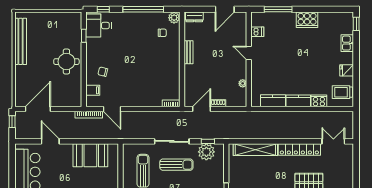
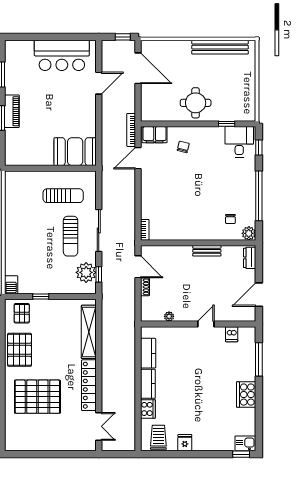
door: (225, 9) -> (259, 295), hinge flipped
kitchen sink: (347, 43) -> (245, 443), moved
filing cabinet: (93, 90) -> (155, 135), width x2.00
booth: (90, 155) -> (75, 152), moved, turned 90

